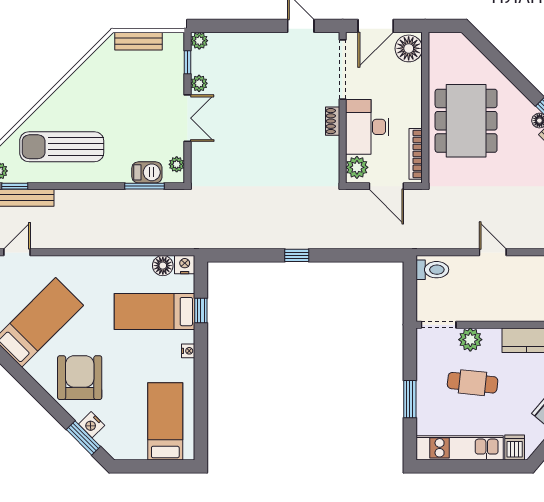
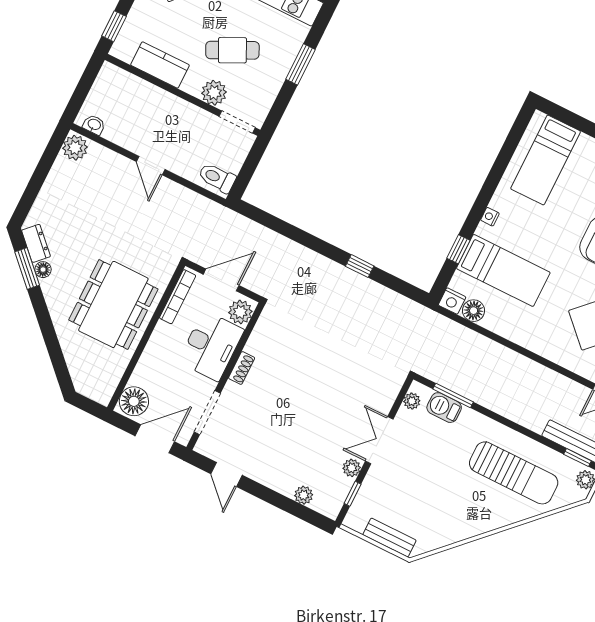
plant: (199, 41) -> (304, 495), moved
doorway: (343, 69) -> (207, 413), width x0.73
door: (386, 186) -> (221, 280), hinge flipped
window: (297, 255) -> (360, 266), moved
cafe table: (473, 383) -> (232, 50), turned -32

